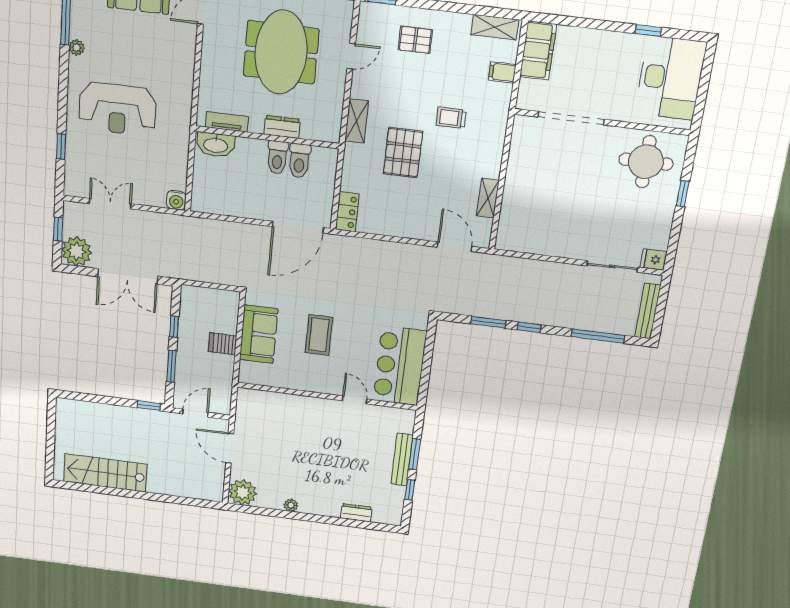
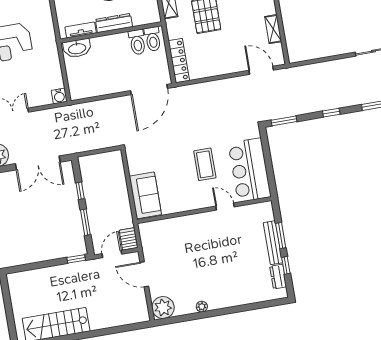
dresser: (282, 127) -> (114, 23), width x1.44
toilet: (277, 157) -> (153, 39), moved
locker: (347, 212) -> (179, 61), width x1.53
window: (488, 322) -> (284, 121), moved
sofa: (259, 334) -> (145, 195), moved
coffee table: (319, 335) -> (205, 164), moved
server rack: (223, 344) -> (129, 239), moved, turned 90
dresser: (356, 513) -> (278, 277), moved, turned -90

